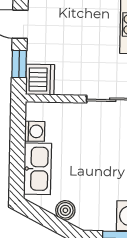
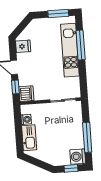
boiler: (65, 210) -> (45, 157), removed

